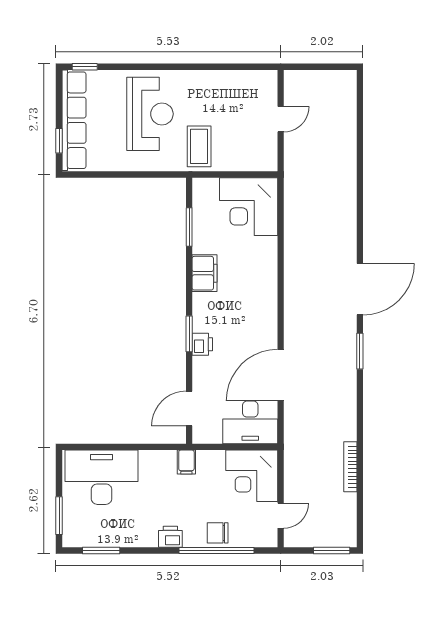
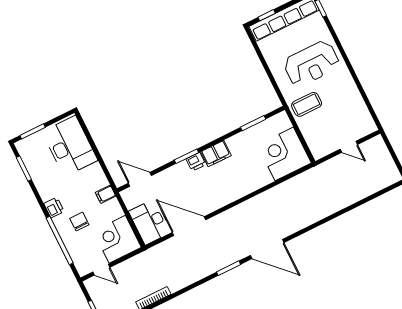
filing cabinet: (204, 273) -> (216, 154), moved
printer: (202, 344) -> (196, 162), moved
chair: (218, 533) -> (79, 222), moved

